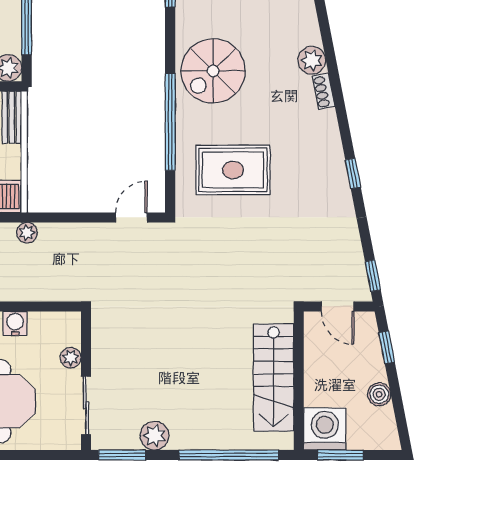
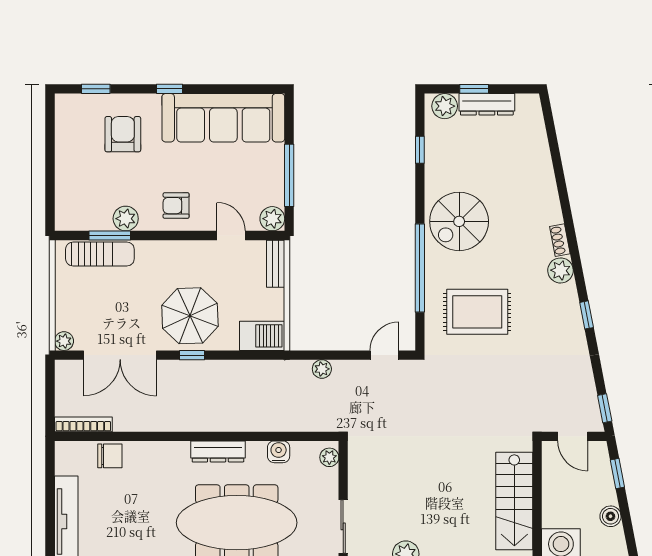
plant: (312, 60) -> (561, 270), moved
plant: (27, 233) -> (322, 369), moved
plant: (71, 358) -> (329, 457), moved

